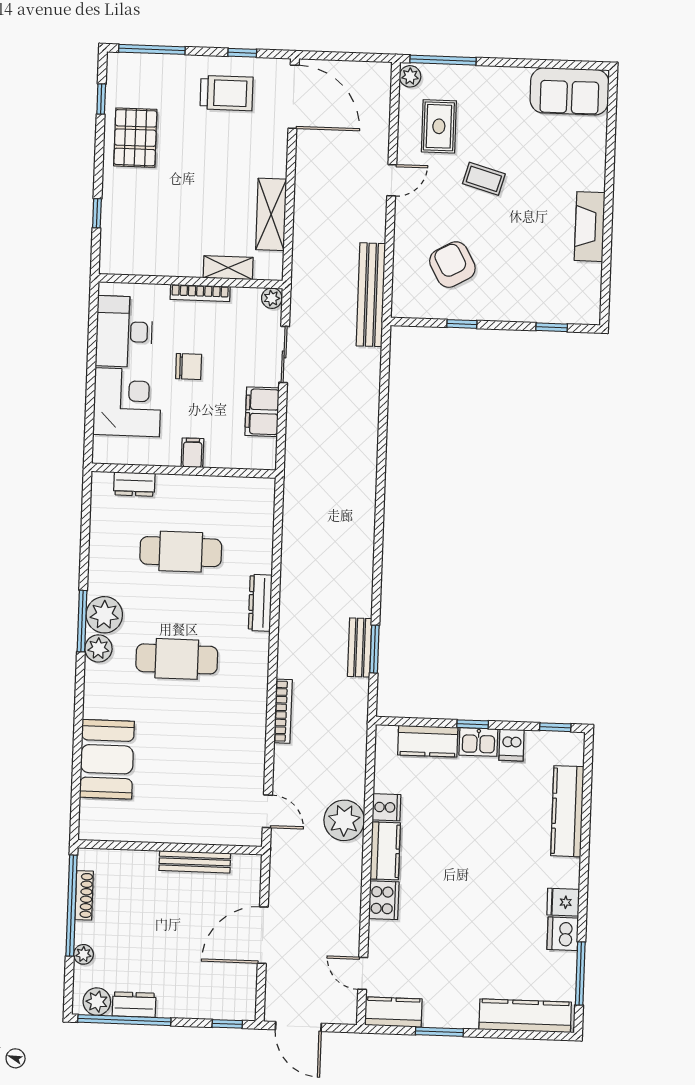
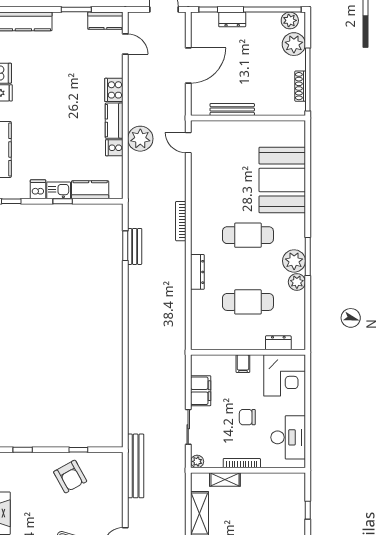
armchair: (452, 265) -> (70, 477), moved
corner desk: (127, 402) -> (285, 375), moved, turned -90
plant: (98, 648) -> (297, 282), moved
bookcase: (283, 711) -> (181, 221), moved
booth: (107, 759) -> (282, 180), width x1.36, depth x1.42
plant: (83, 954) -> (294, 44), width x1.88, depth x1.88
dresser: (134, 1005) -> (232, 19), moved

